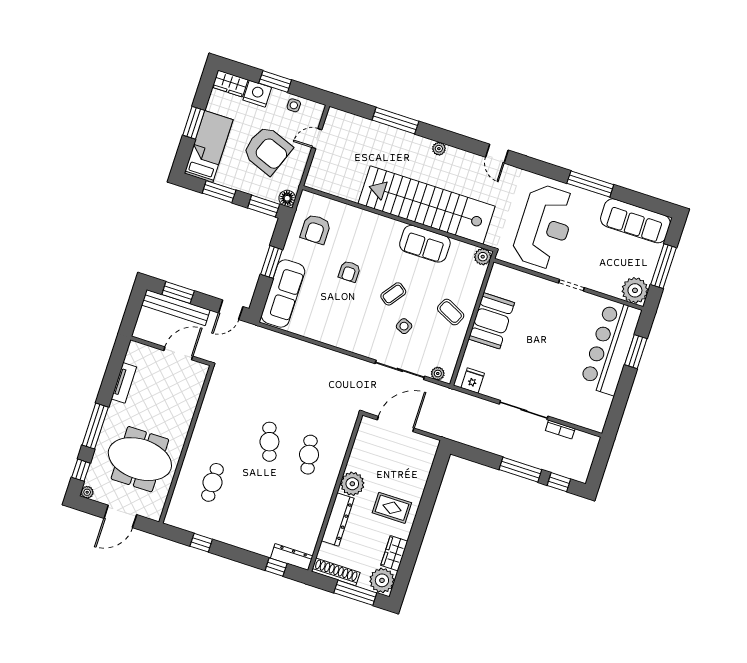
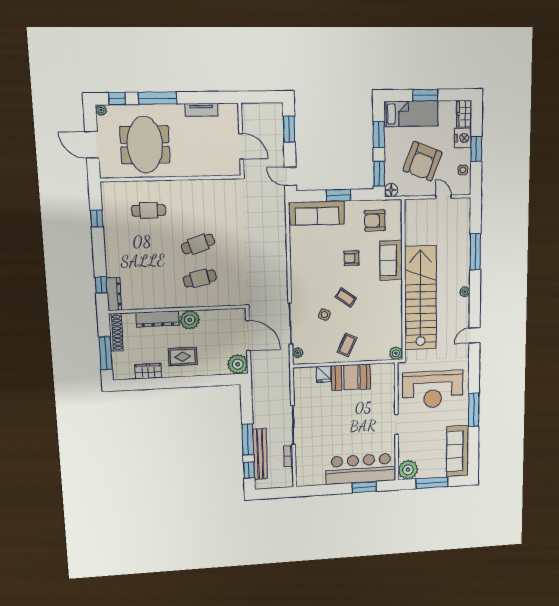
sofa: (425, 244) -> (391, 260), moved
bench: (176, 308) -> (260, 454), moved
fridge: (473, 381) -> (324, 374), moved, turned 90
rug: (392, 508) -> (183, 357), turned 90
plant: (382, 580) -> (238, 364), moved

